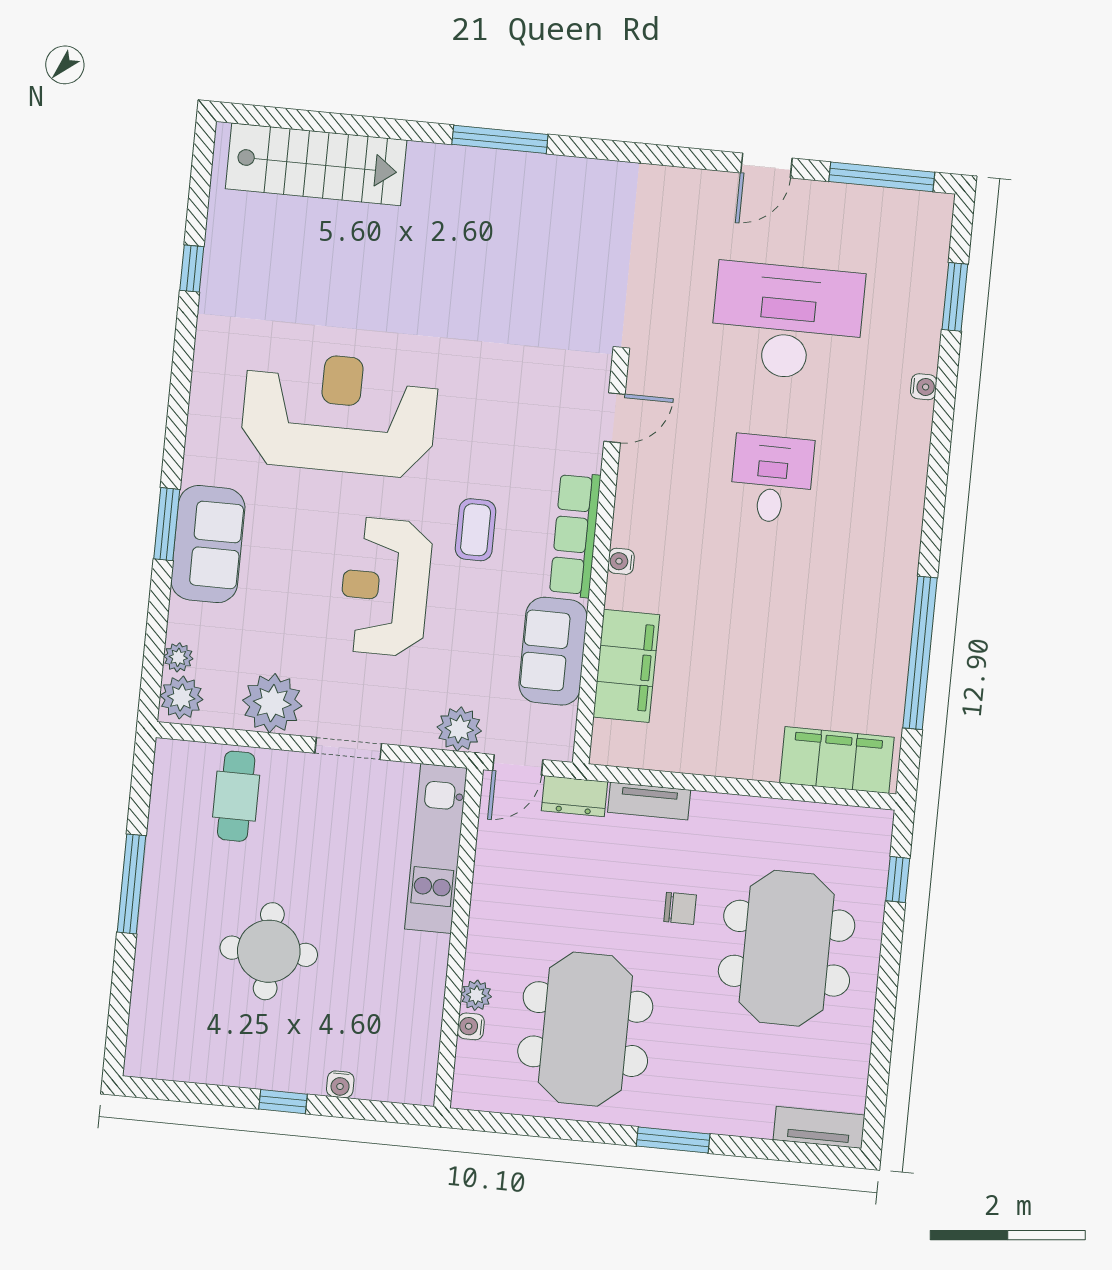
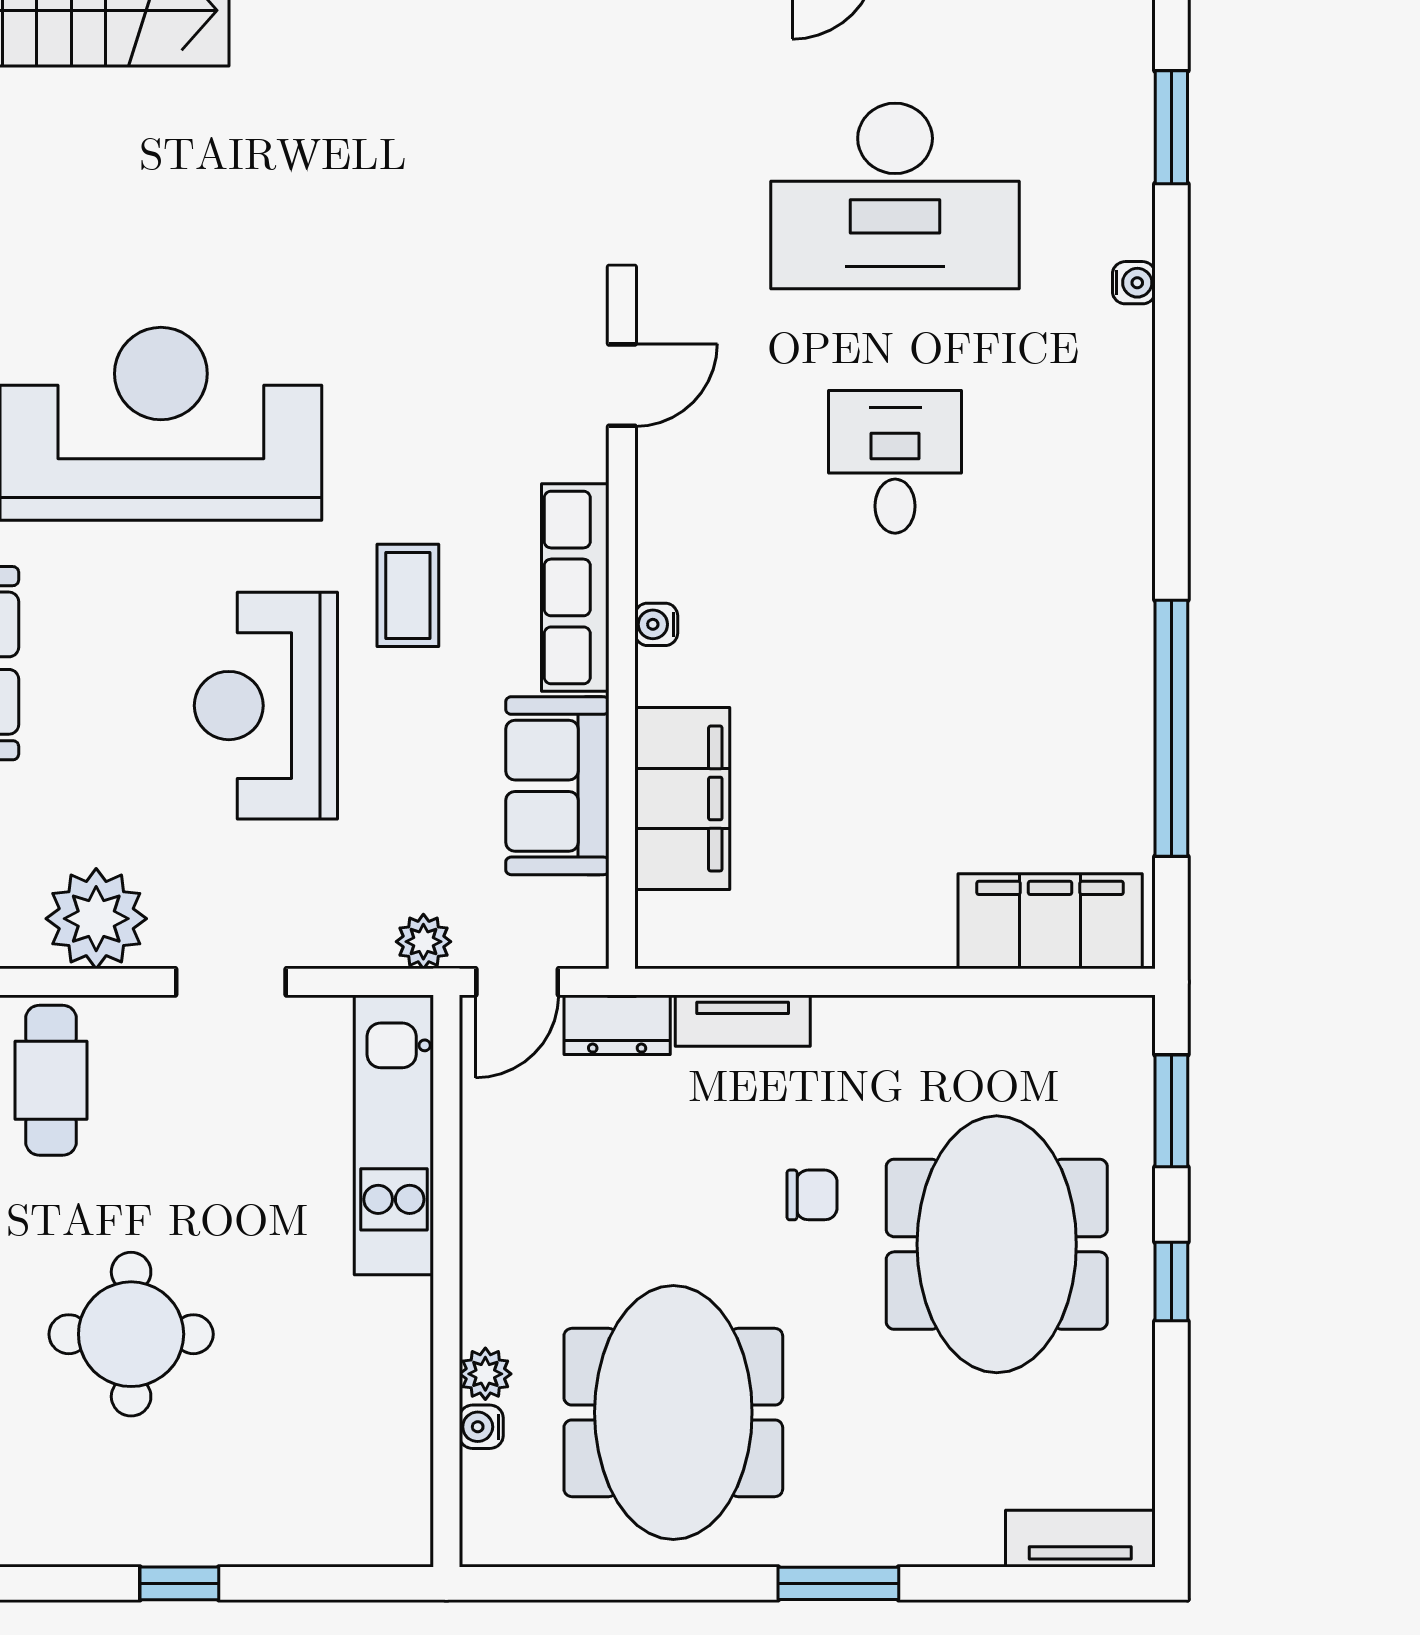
desk: (787, 322) -> (895, 196), turned 180
plant: (459, 729) -> (423, 942), width x0.73, depth x0.73
window: (898, 879) -> (1171, 1111), width x1.50
window: (888, 980) -> (1171, 1282), added
water cooler: (340, 1084) -> (272, 1545), removed

